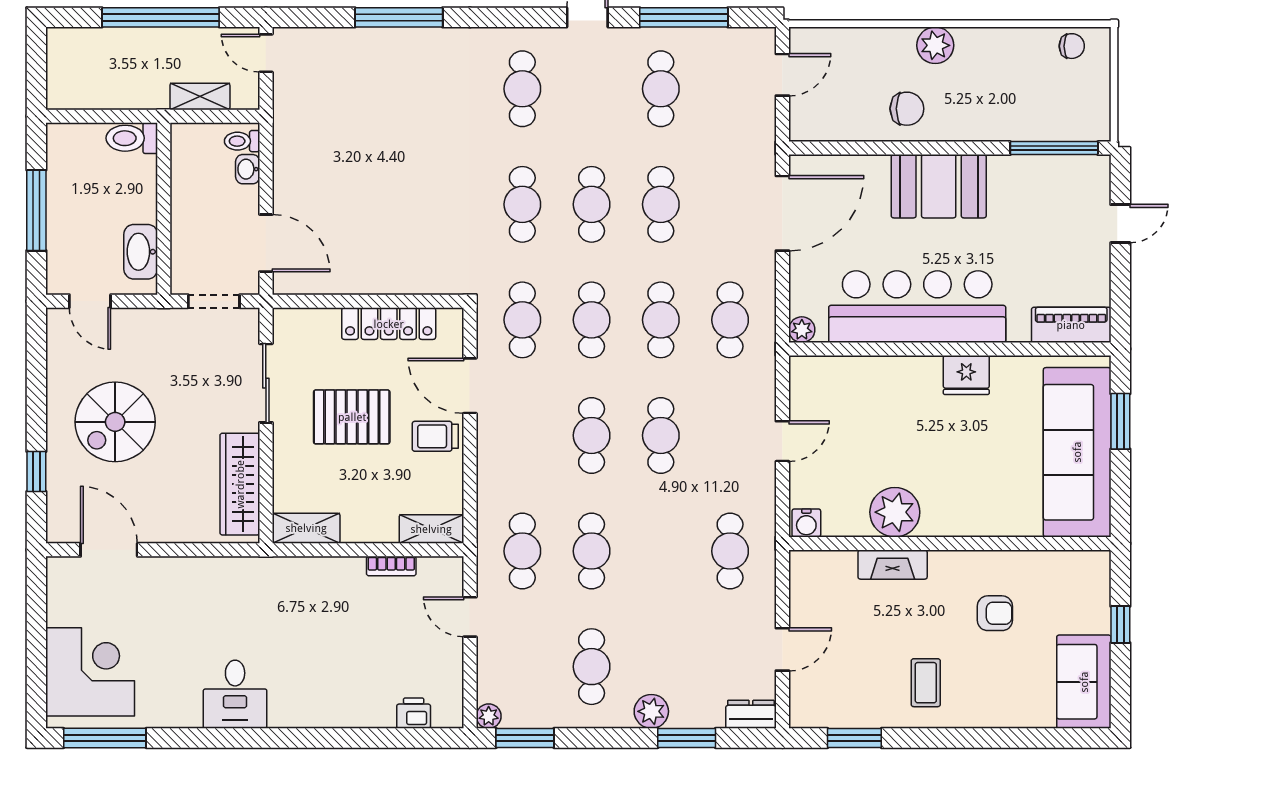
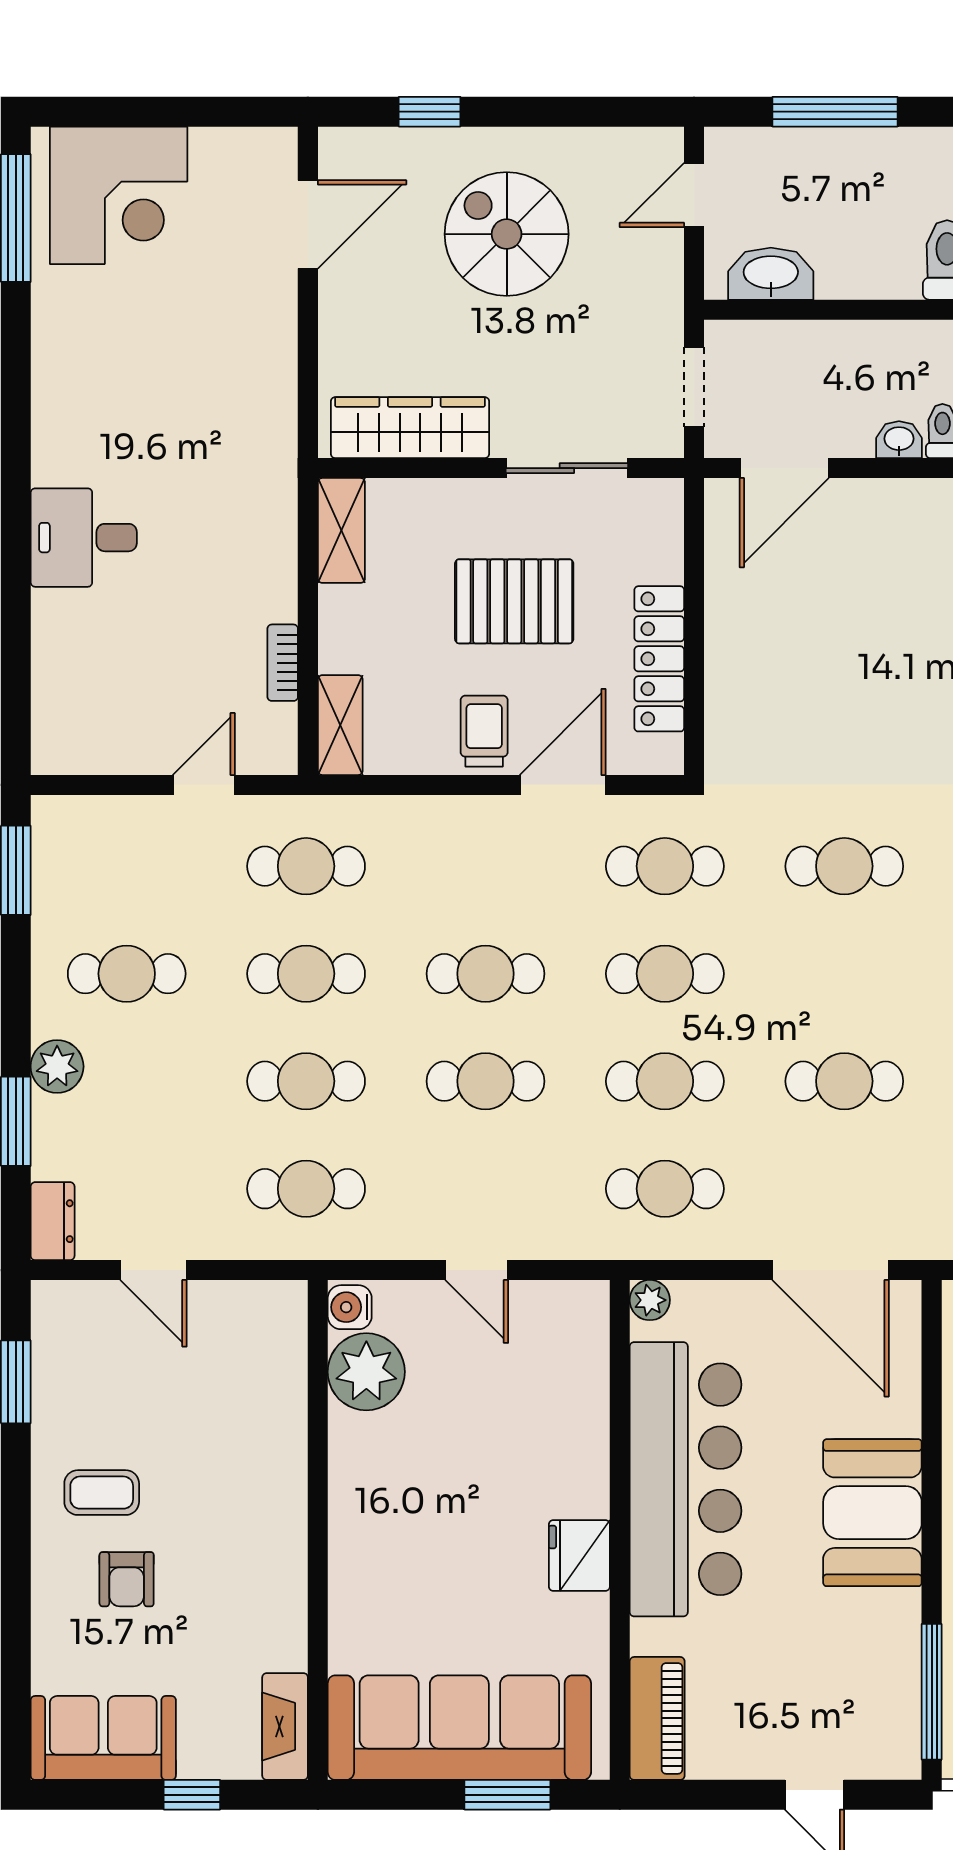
cafe table: (592, 204) -> (306, 1081), moved
pallet: (352, 417) -> (514, 601), turned 90
plant: (895, 512) -> (366, 1372), moved
fireplace: (893, 565) -> (285, 1726), moved
armchair: (995, 613) -> (127, 1579), moved
desk: (235, 694) -> (84, 538), moved
printer: (414, 713) -> (54, 697), removed
plant: (489, 716) -> (50, 814), removed

